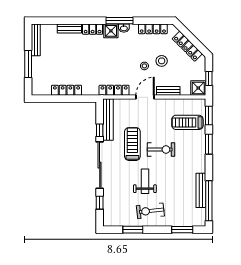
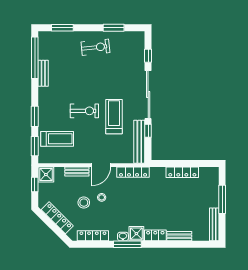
treadmill: (132, 144) -> (114, 117), turned 180
exercise bike: (161, 150) -> (84, 111), turned 180
weight bench: (145, 181) -> (101, 78), removed
bench: (201, 190) -> (43, 73), width x0.73

